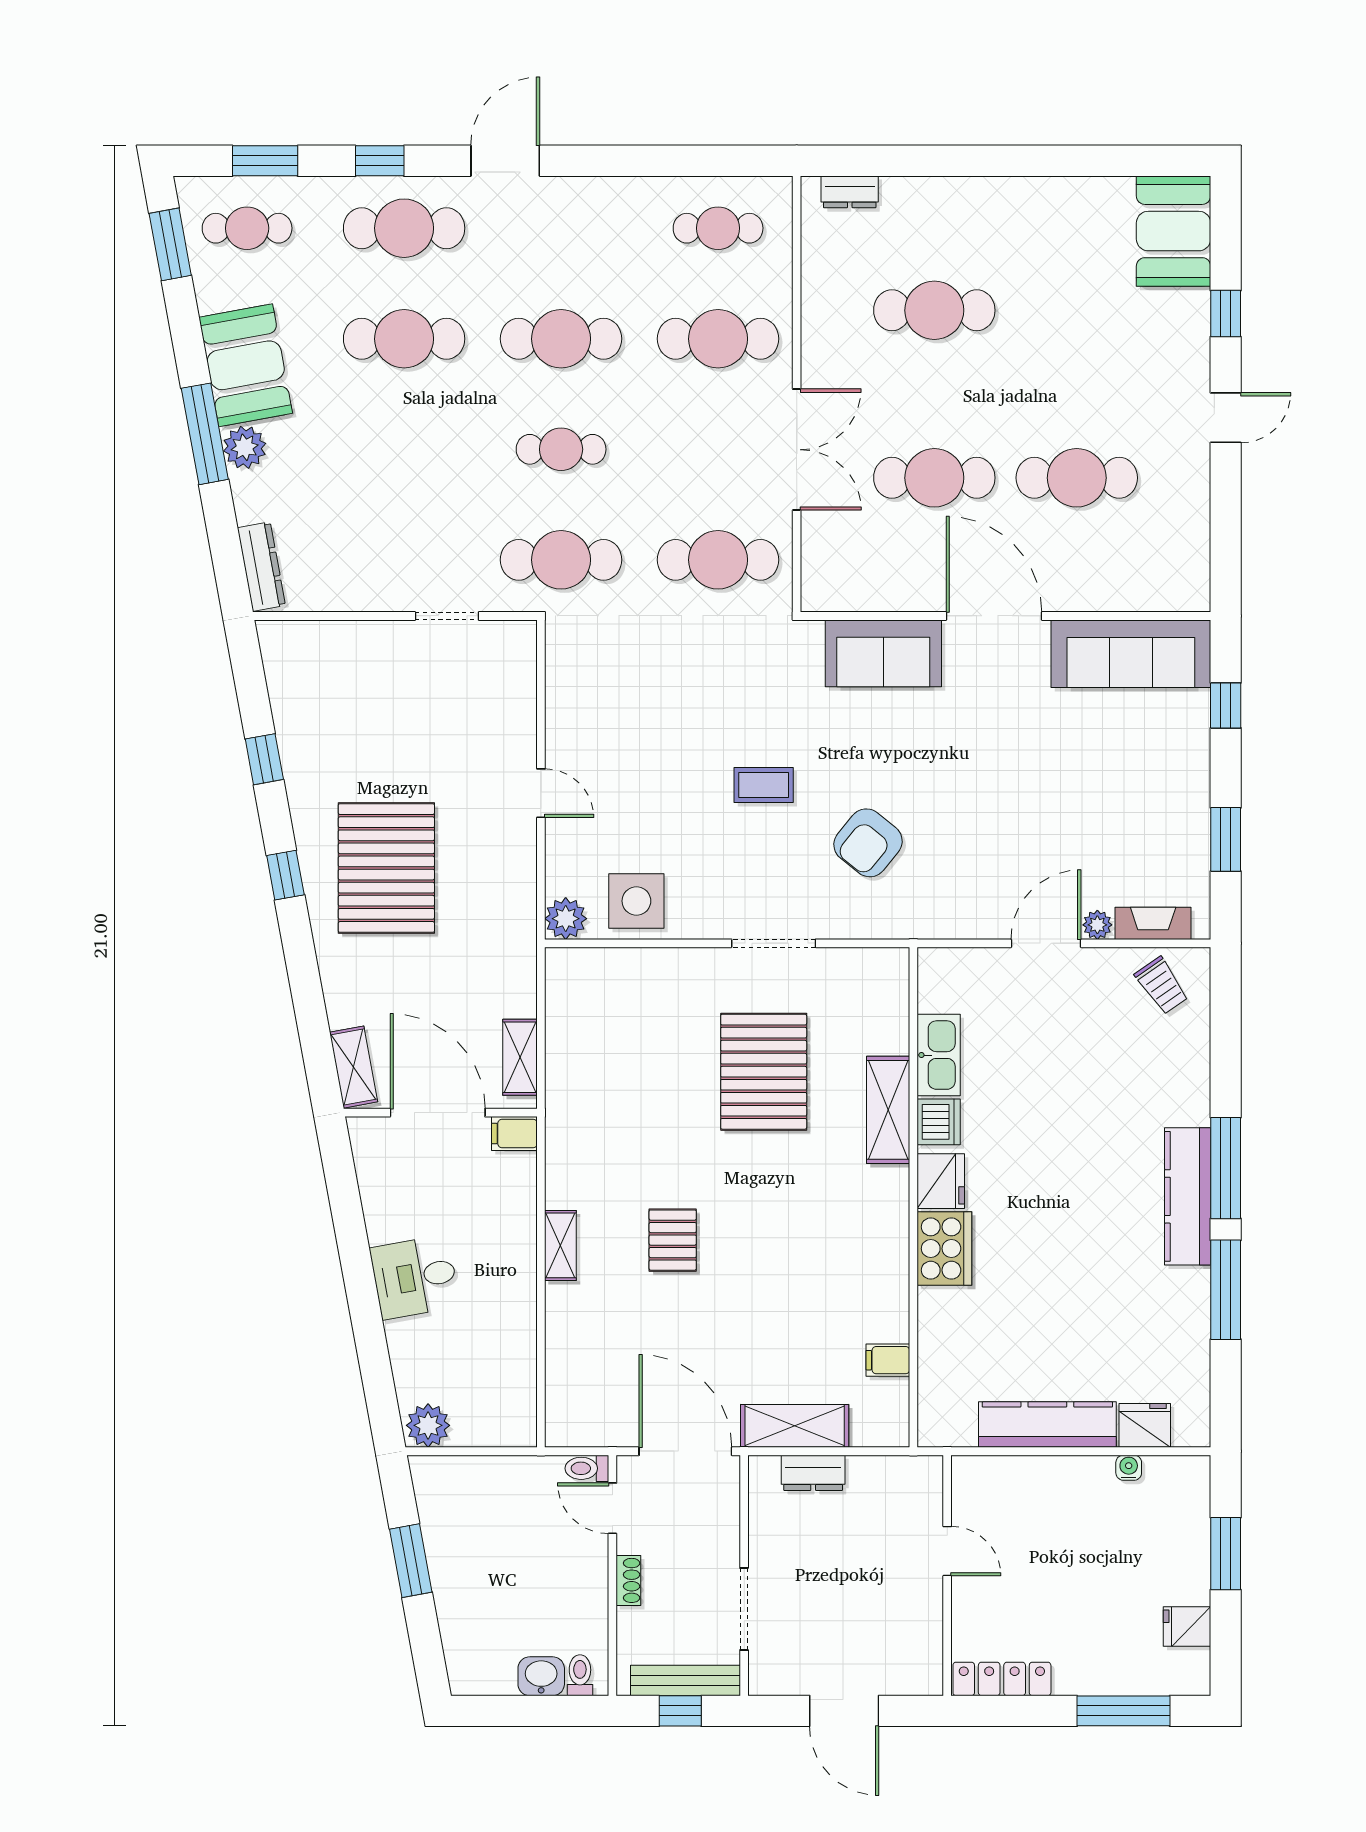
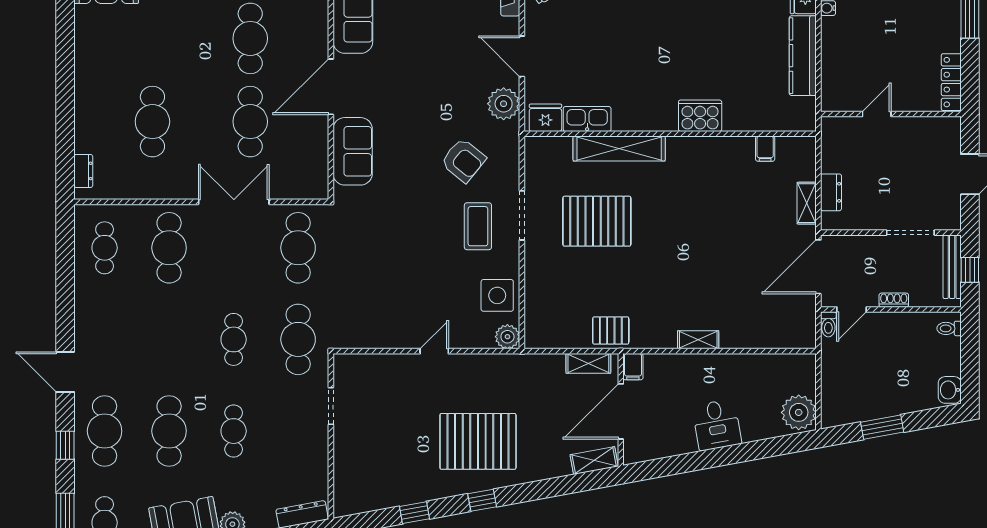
cafe table: (561, 339) -> (234, 431), moved, width x0.73, depth x0.74
coffee table: (764, 785) -> (478, 226), moved, width x1.36, depth x1.30
plant: (1097, 925) -> (504, 104), moved, width x1.87, depth x1.87
shelving: (888, 1110) -> (619, 149), width x1.47
dishwasher: (939, 1122) -> (626, 119), removed
fridge: (941, 1181) -> (545, 118), moved
pallet: (673, 1240) -> (611, 330), moved
plant: (428, 1425) -> (799, 412), width x1.36, depth x1.36
shelving: (795, 1426) -> (807, 203), width x0.67, depth x0.75
washbasin: (541, 1676) -> (950, 390), moved

